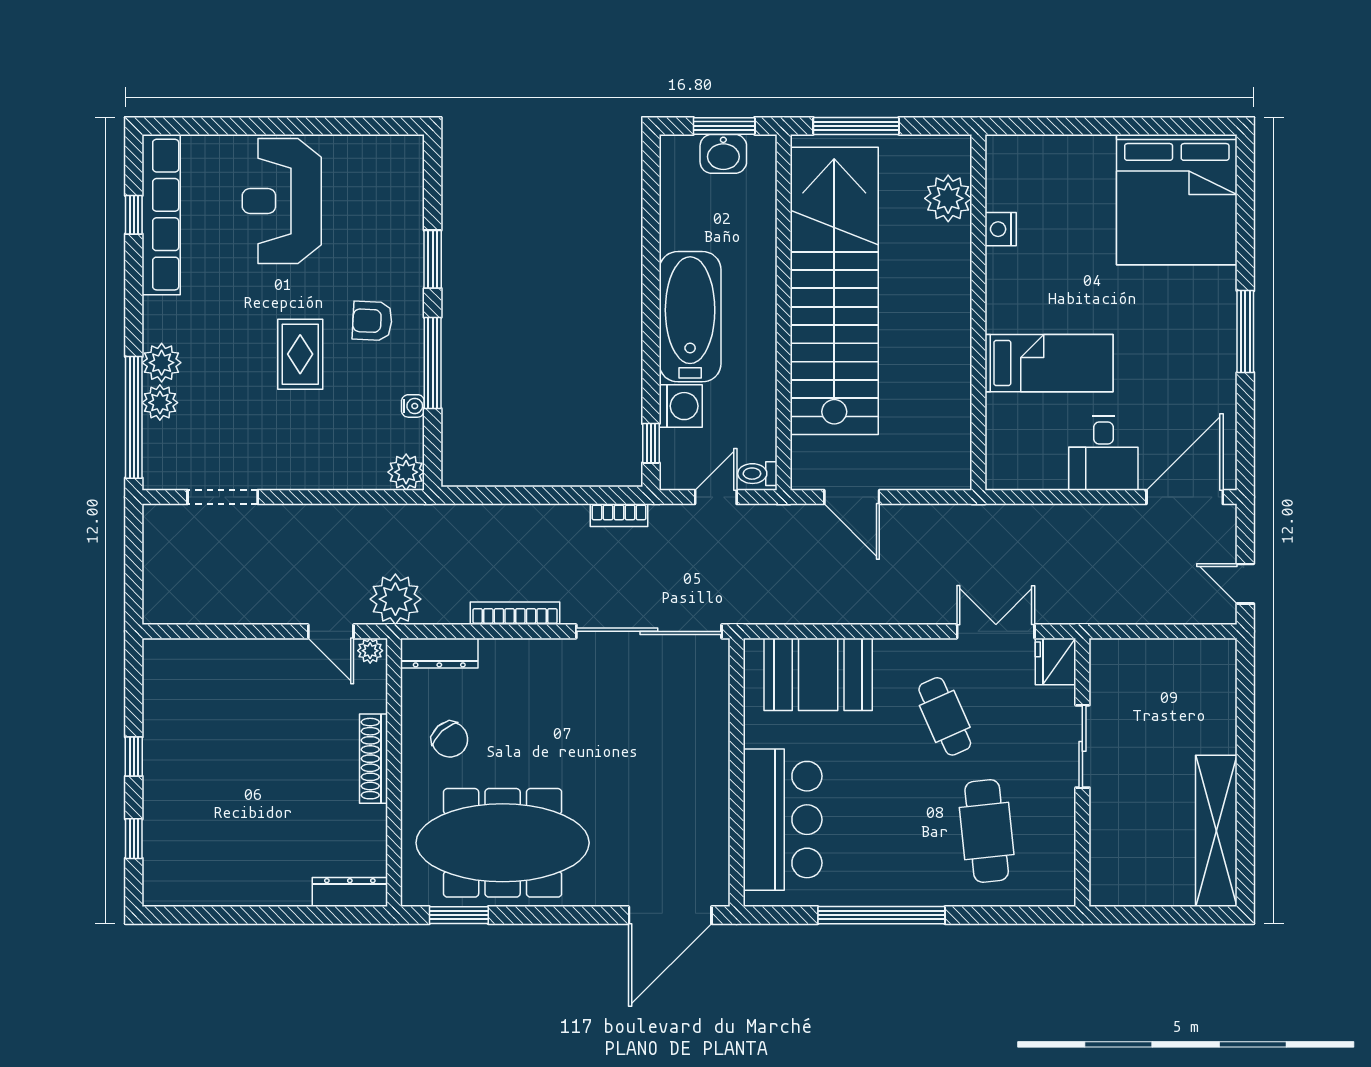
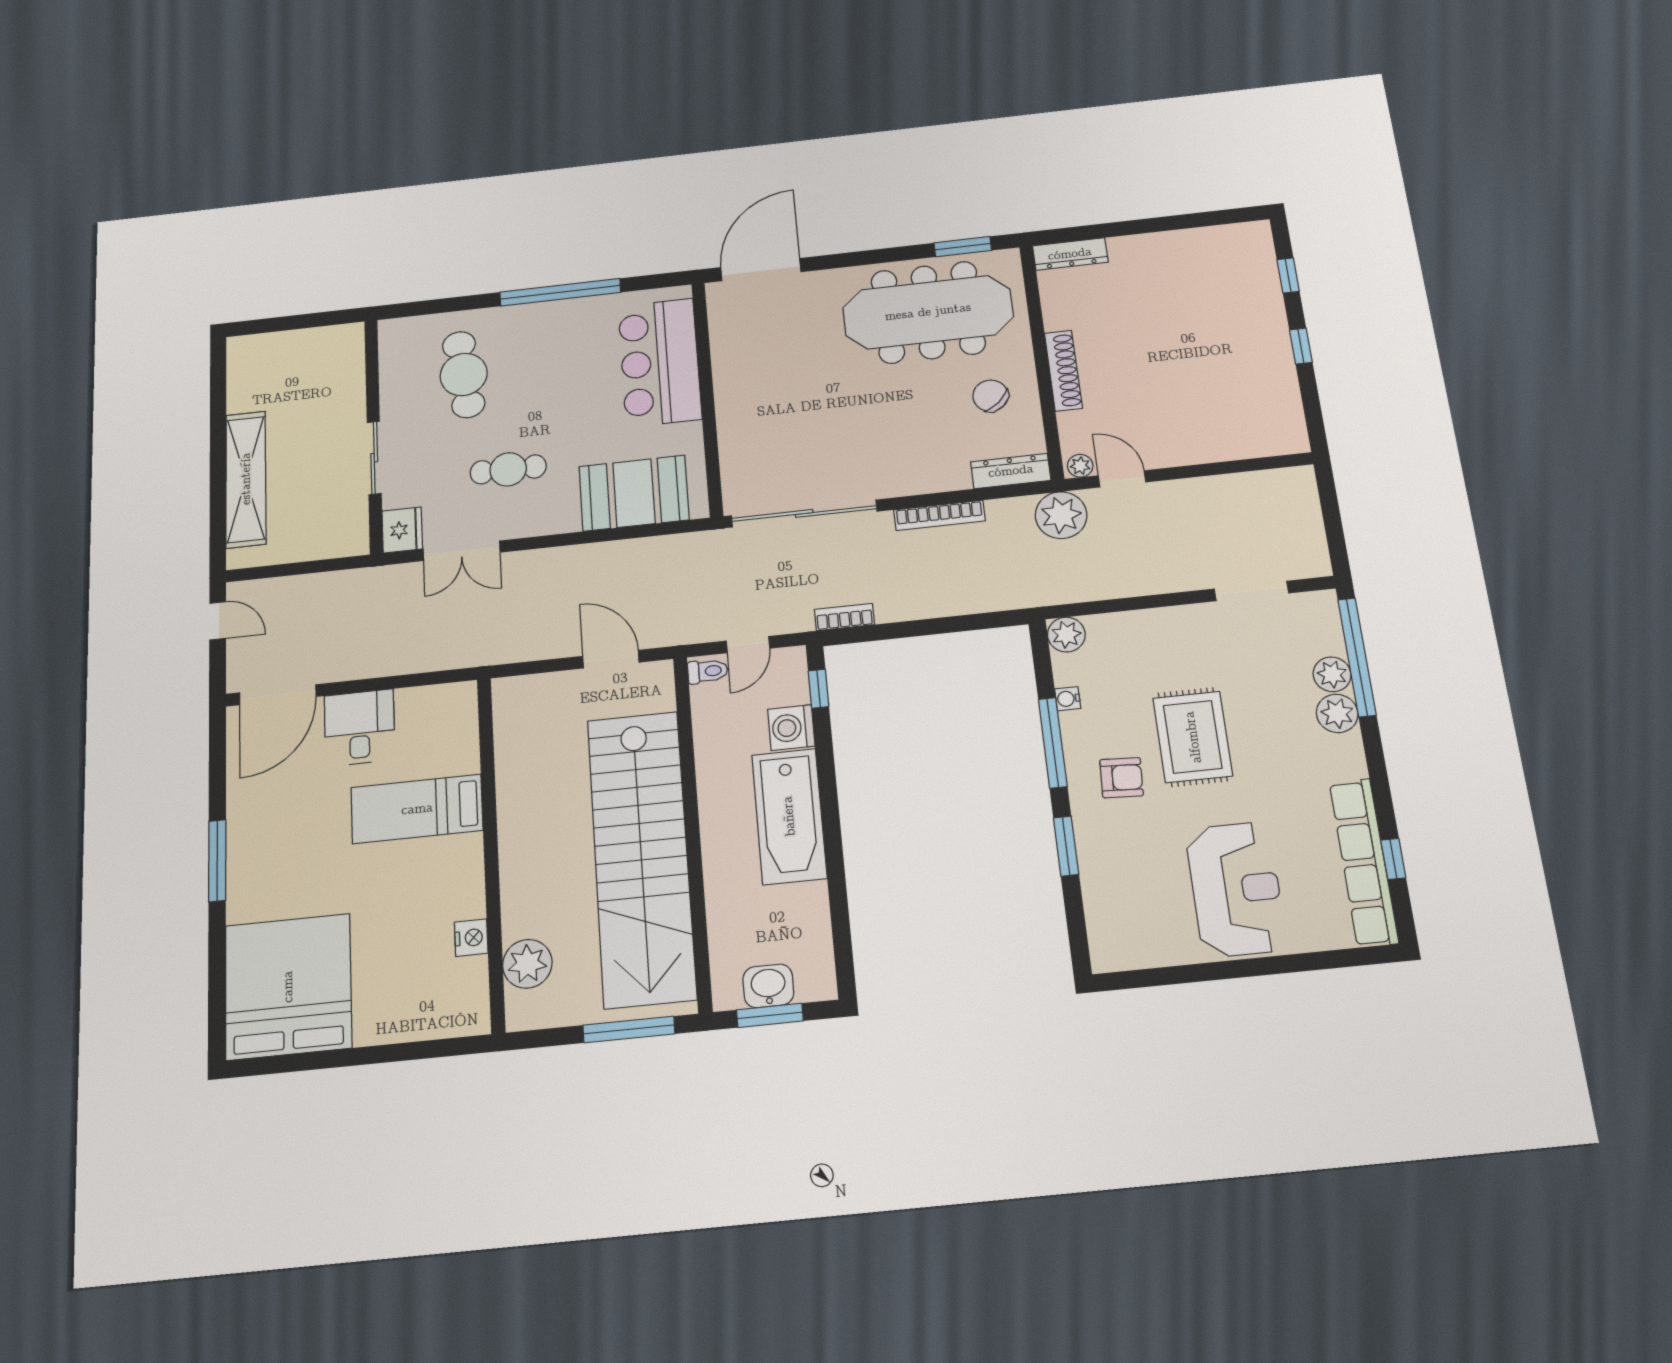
rug: (300, 354) -> (1193, 737), width x1.36, depth x1.43
cafe table: (945, 716) -> (508, 469), turned -66
shelving: (1216, 831) -> (246, 479), moved

